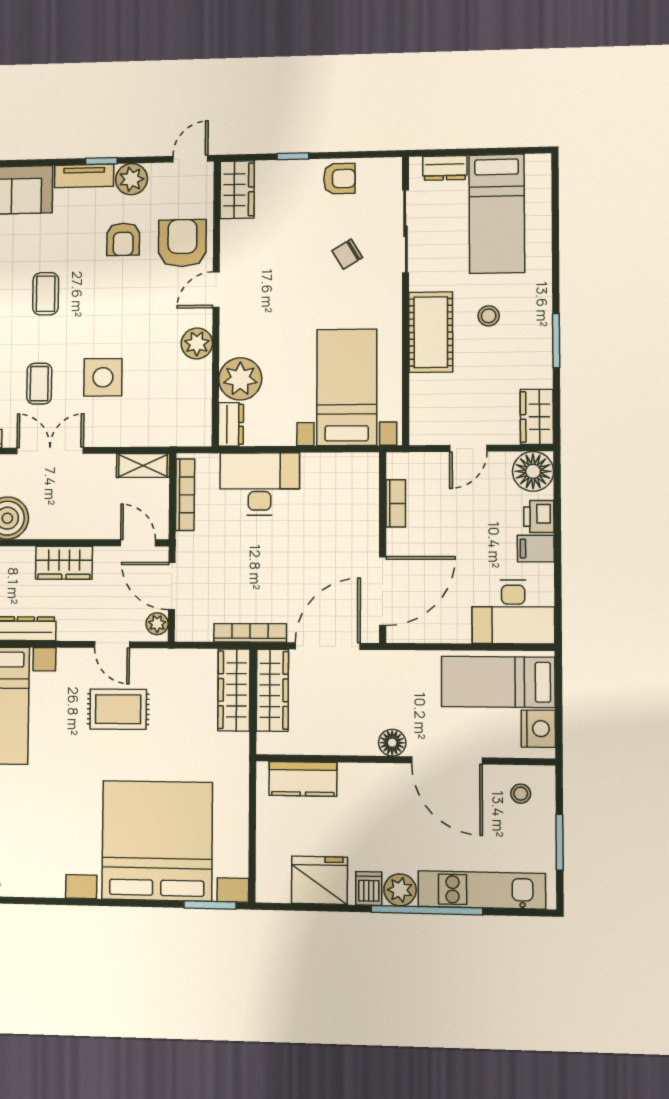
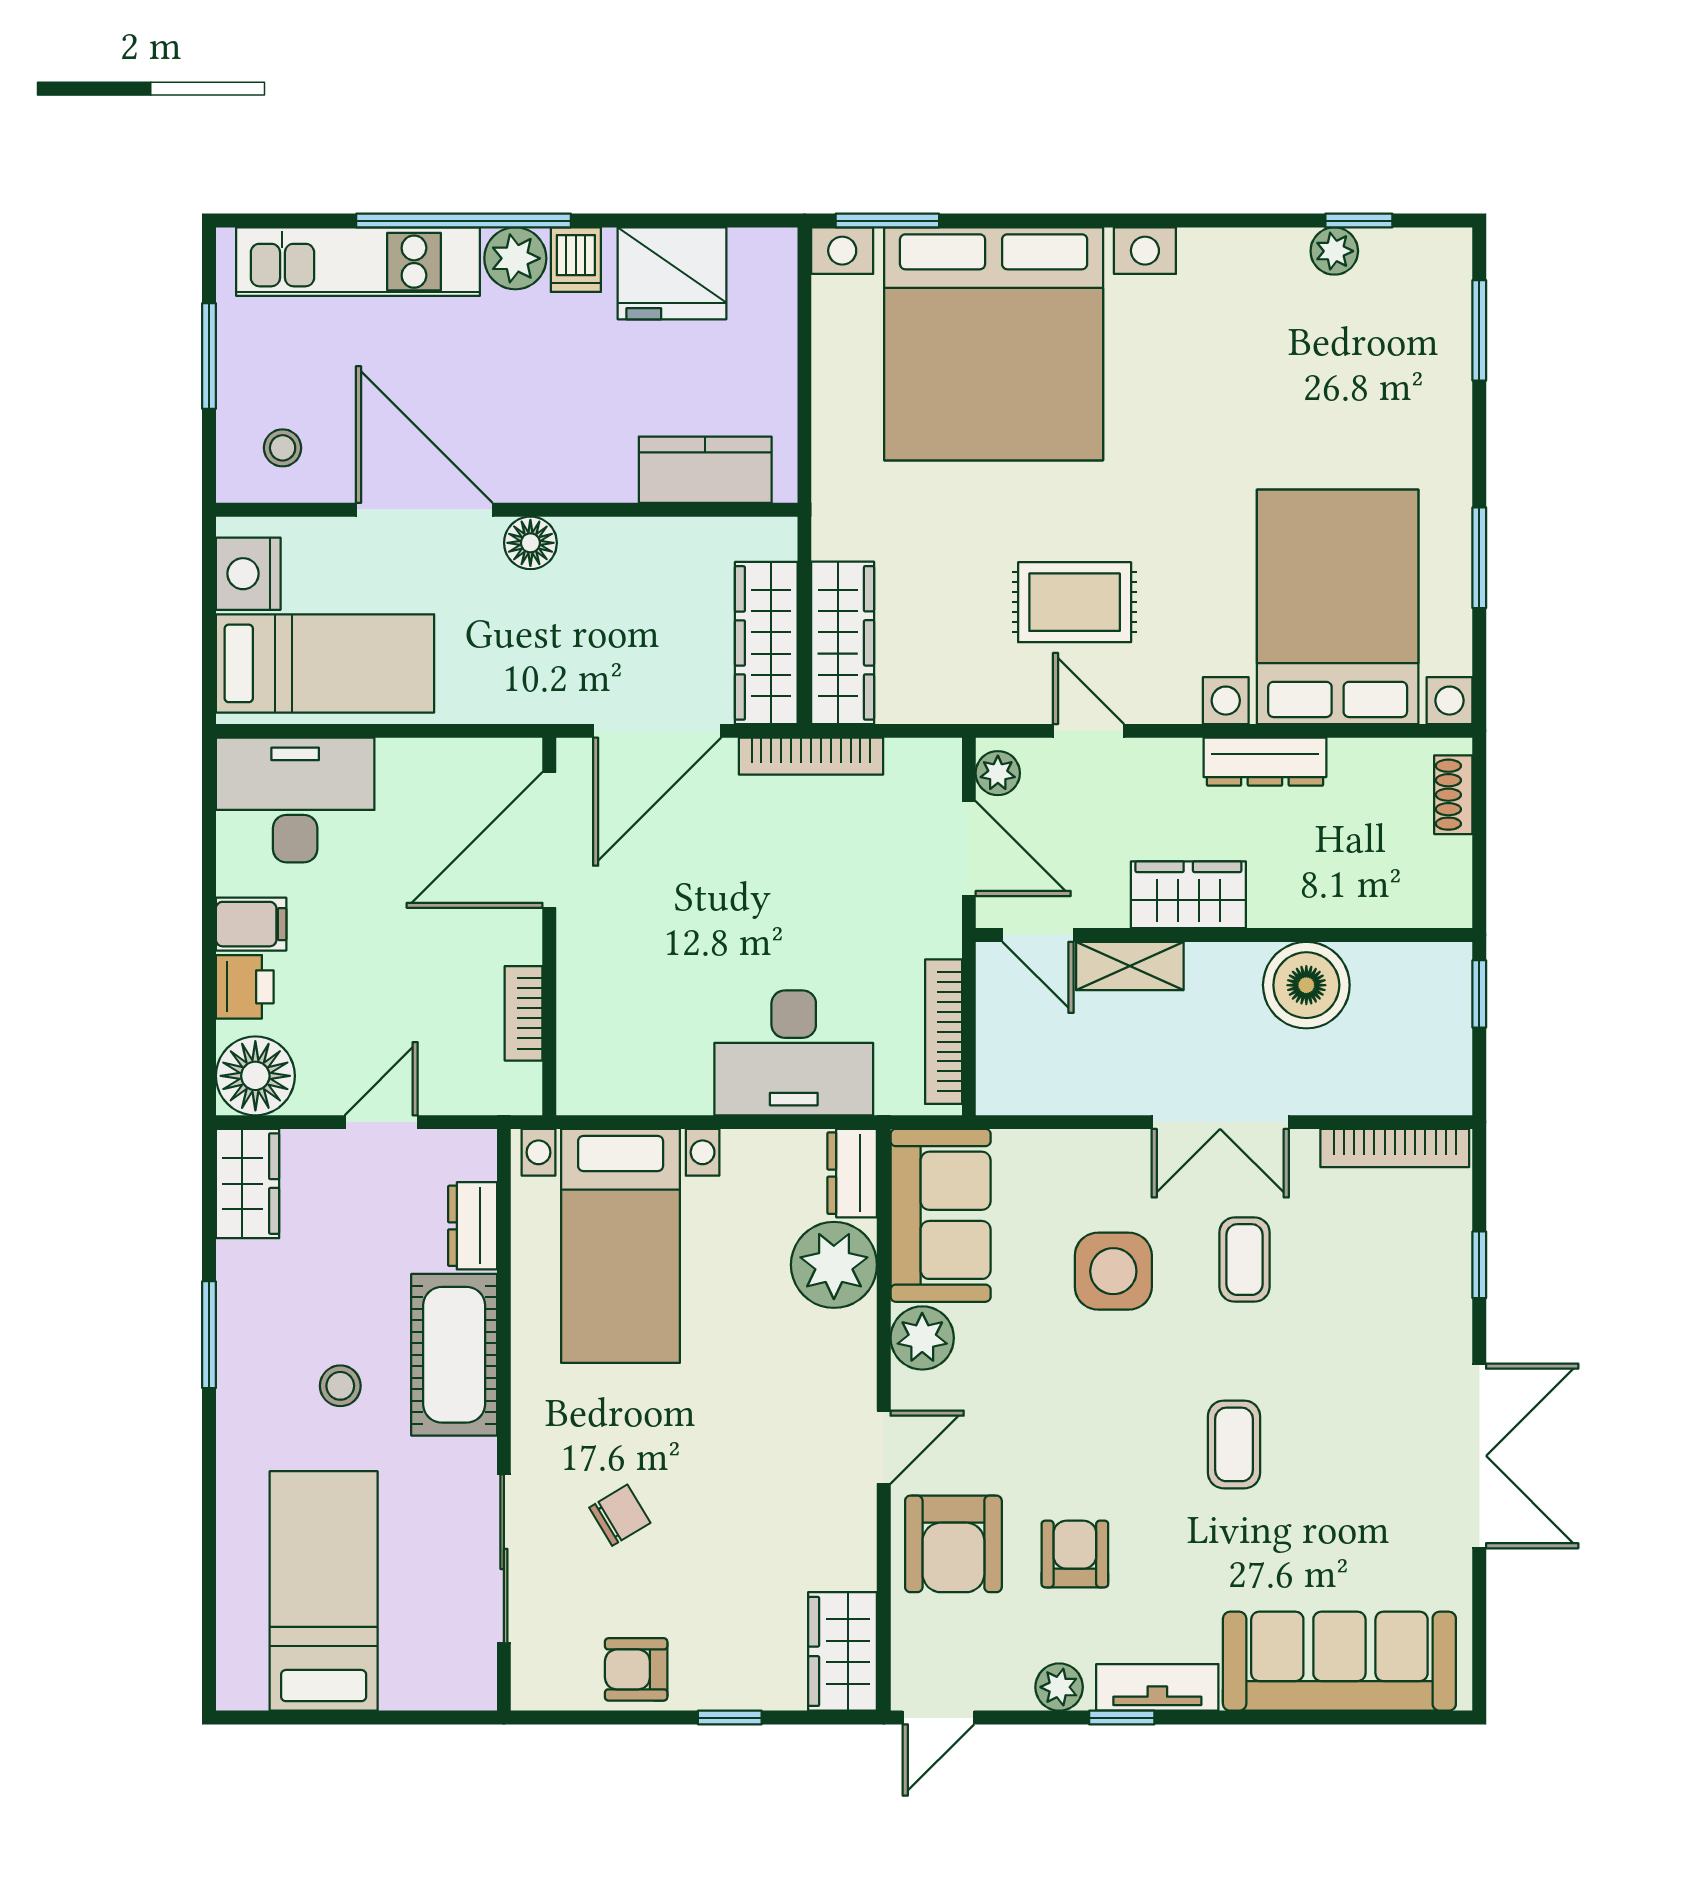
dresser: (445, 168) -> (473, 1226), moved, turned -90
plant: (132, 179) -> (1059, 1687), width x0.73, depth x0.73
sofa: (187, 404) -> (941, 1215), added
shelving: (143, 465) -> (1130, 966), moved

